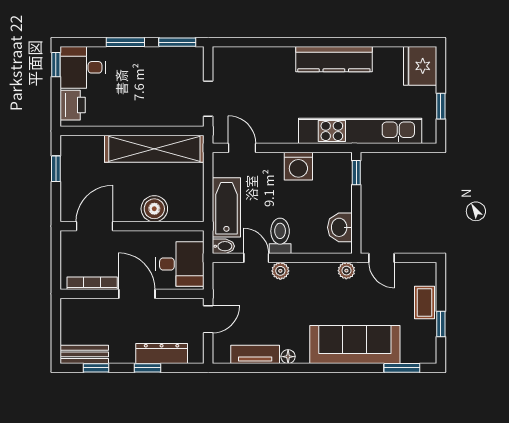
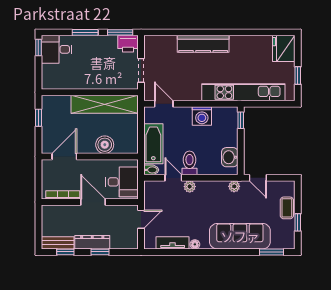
kitchen counter: (334, 59) -> (203, 44), moved
printer: (73, 105) -> (128, 44), moved, turned 90
dresser: (162, 354) -> (92, 242), moved

